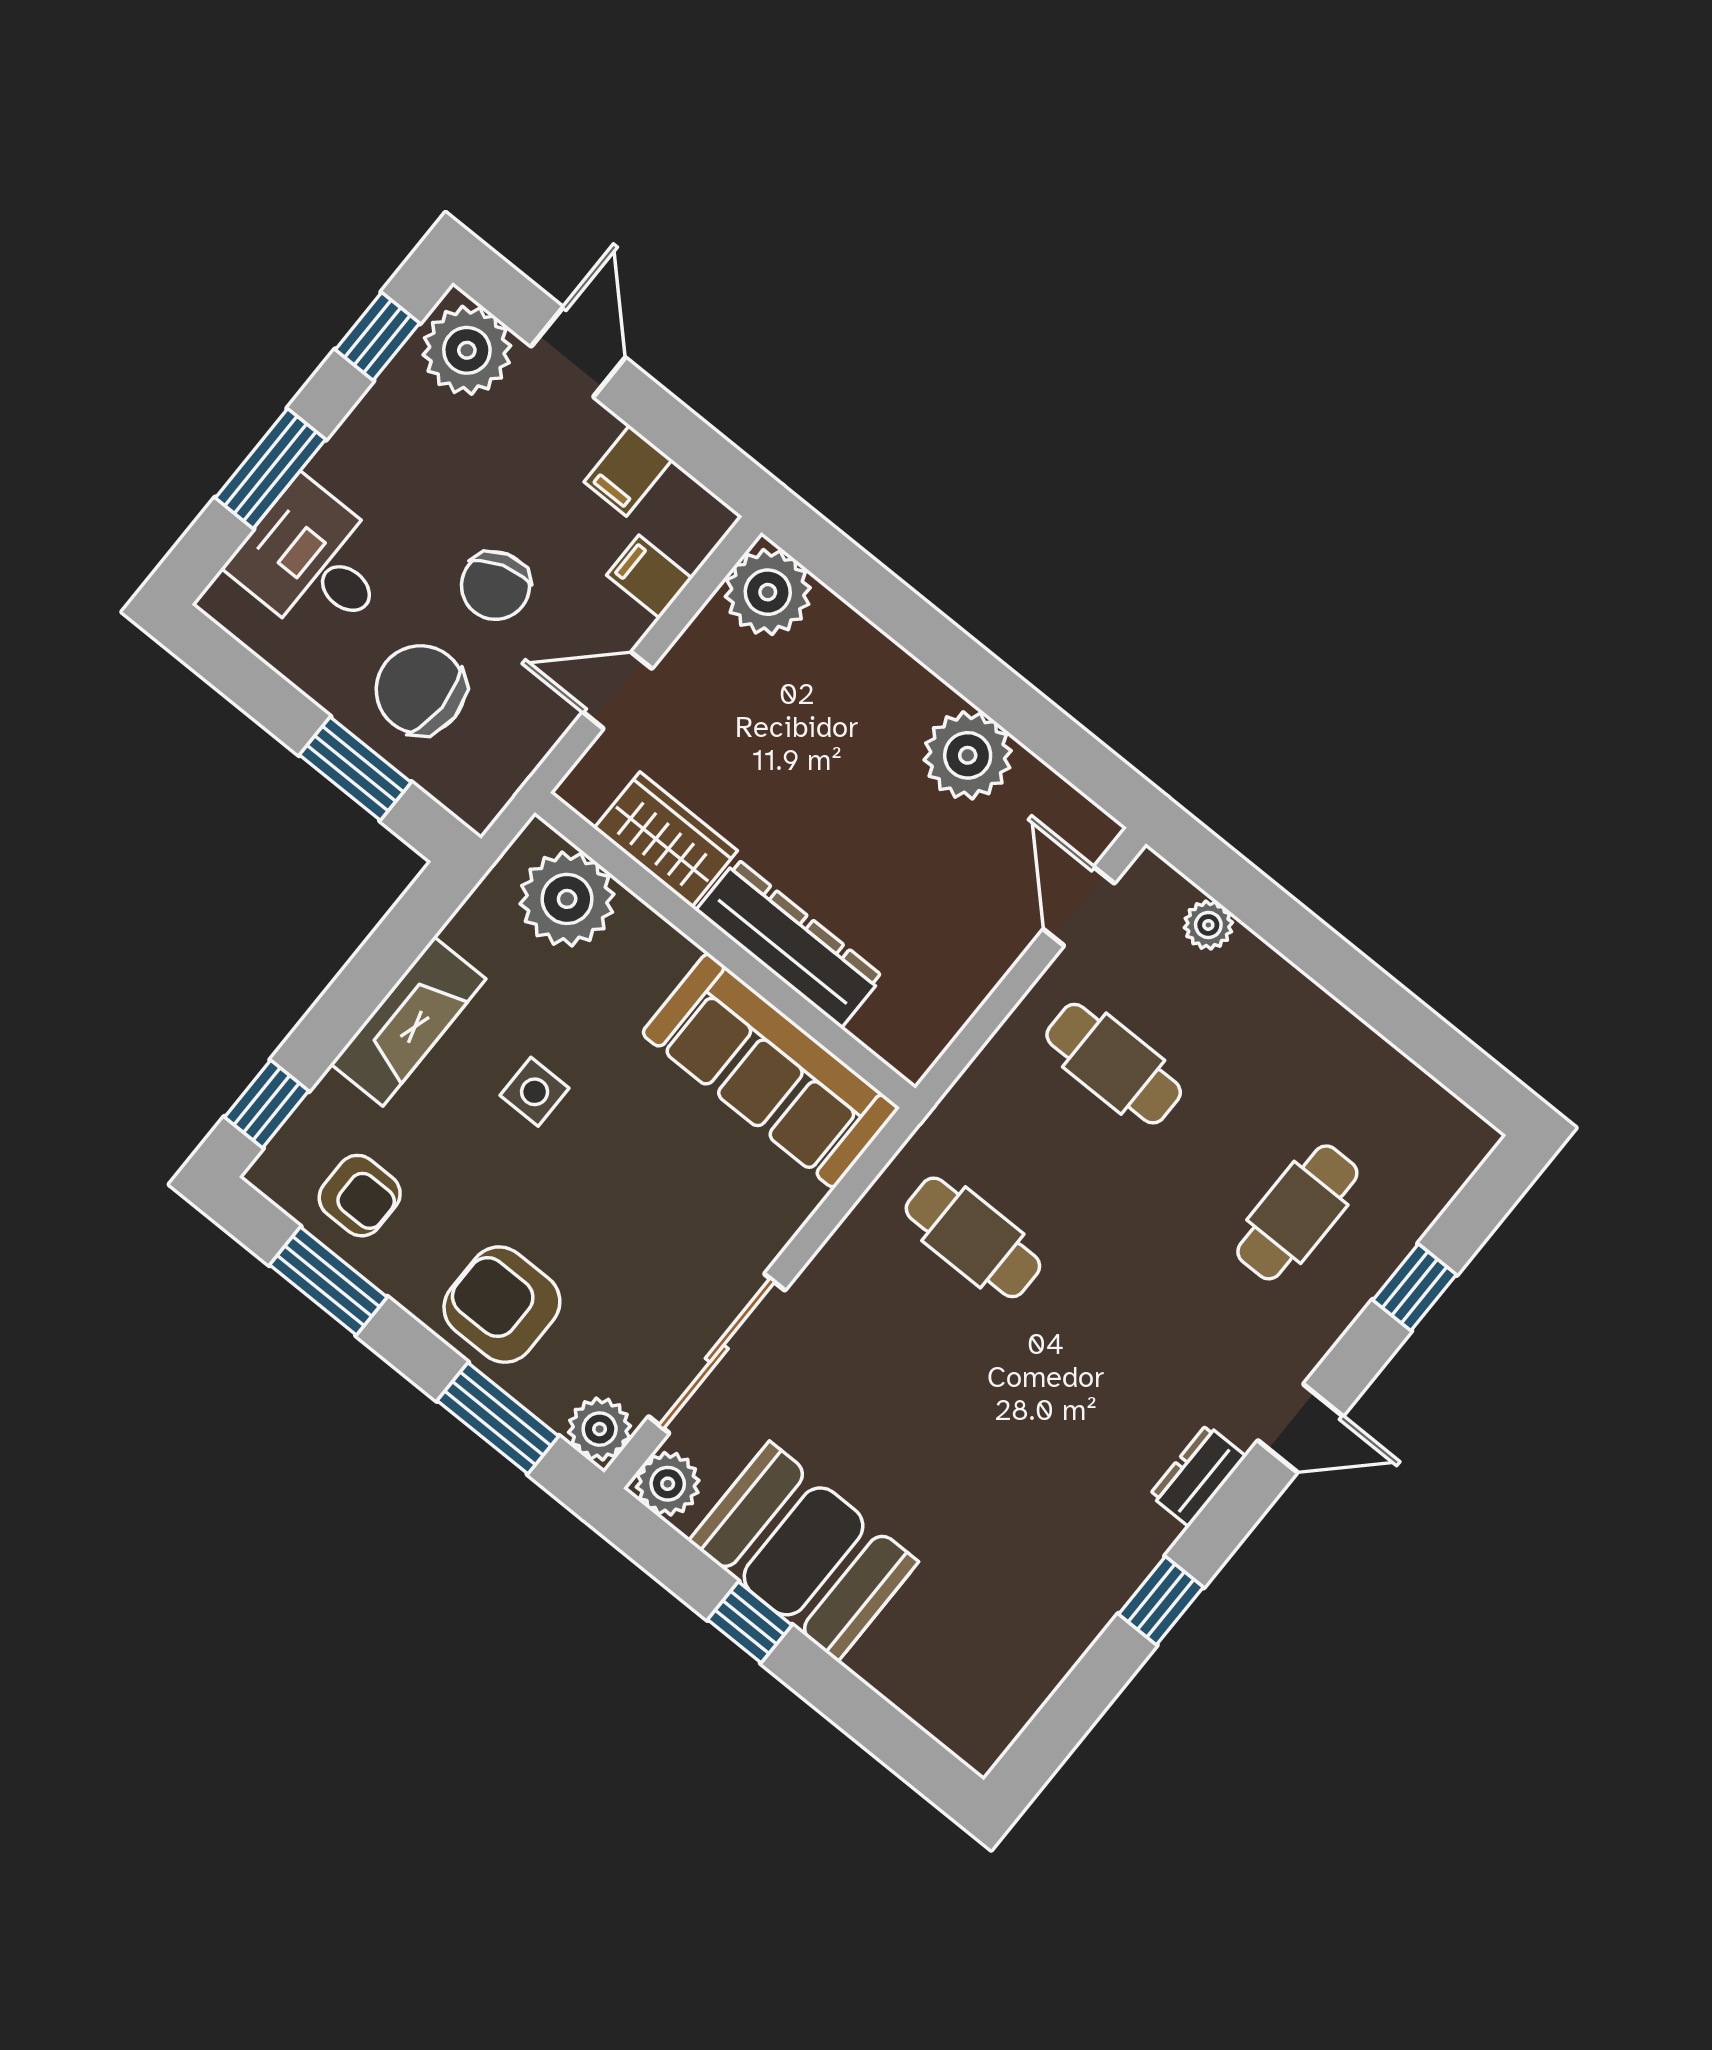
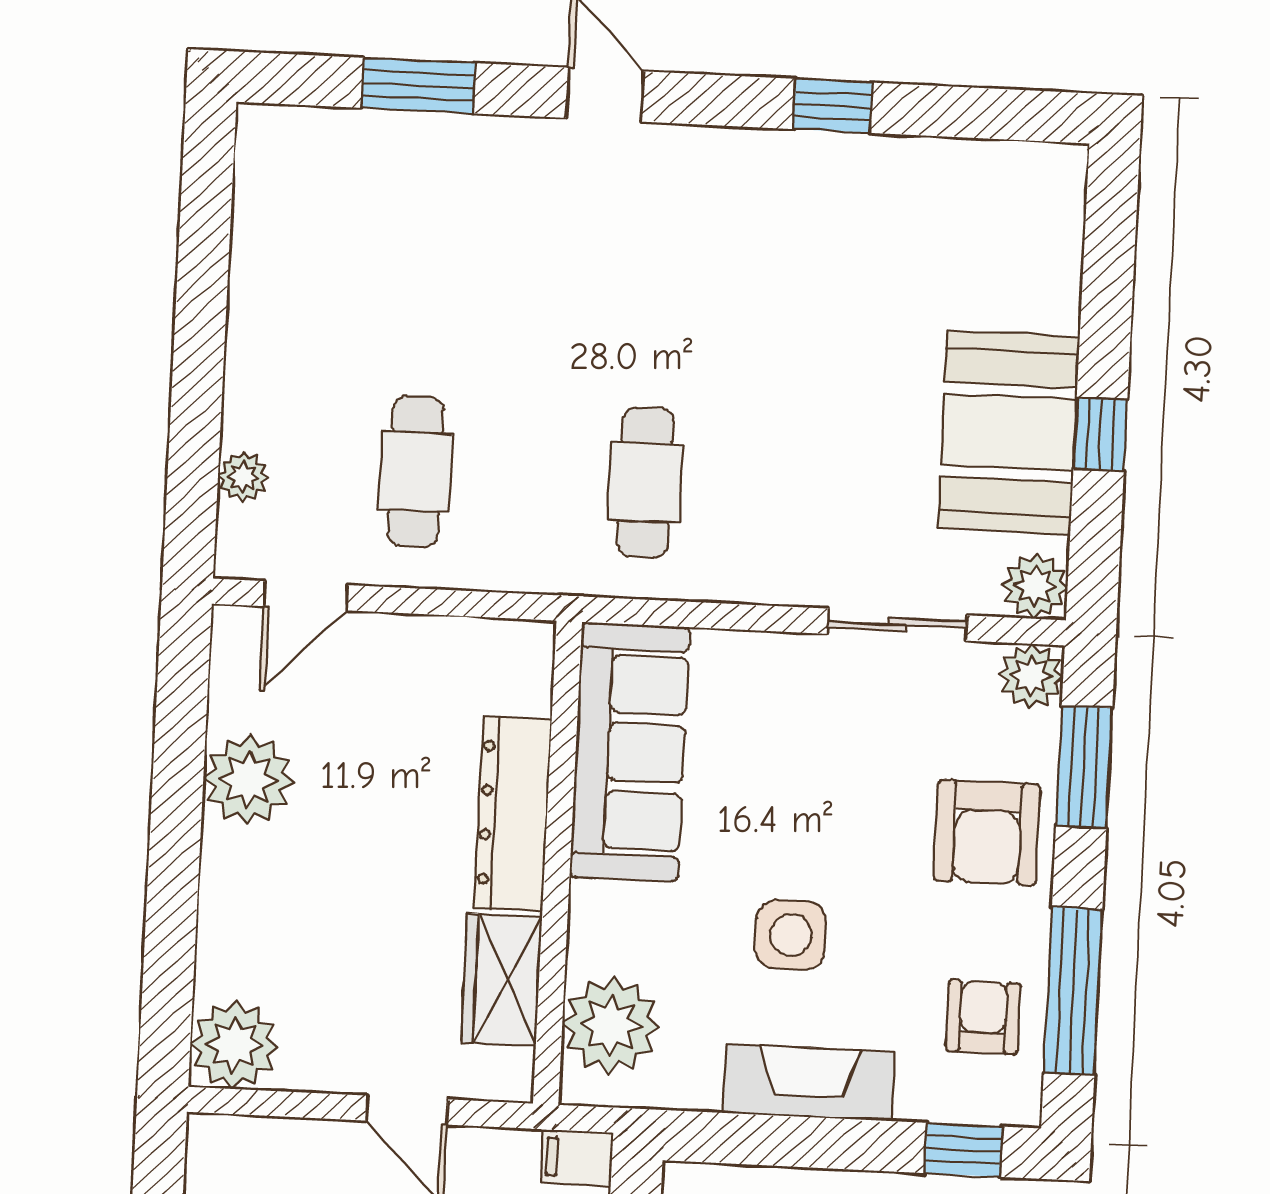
filing cabinet: (649, 577) -> (577, 1157), moved, turned 90
side table: (535, 1092) -> (791, 935), width x1.37, depth x1.37
cafe table: (1297, 1212) -> (427, 228), removed
window: (328, 1281) -> (1073, 991), width x1.44
window: (1415, 1287) -> (418, 86), width x1.50
sliding door: (717, 1353) -> (897, 625), width x0.73
dresser: (1198, 1476) -> (706, 151), removed

